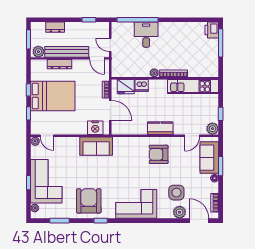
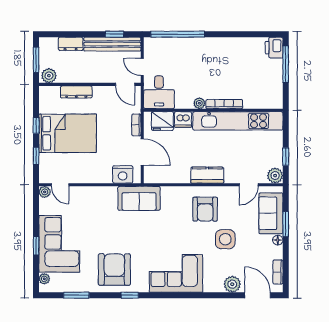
desk: (146, 35) -> (159, 92), moved, turned 180
bench: (67, 52) -> (112, 44), moved
kitchen unit: (193, 87) -> (238, 121), width x1.36
sofa: (96, 146) -> (139, 198), moved
armchair: (159, 154) -> (205, 209), turned -90
side table: (176, 193) -> (225, 239), moved

